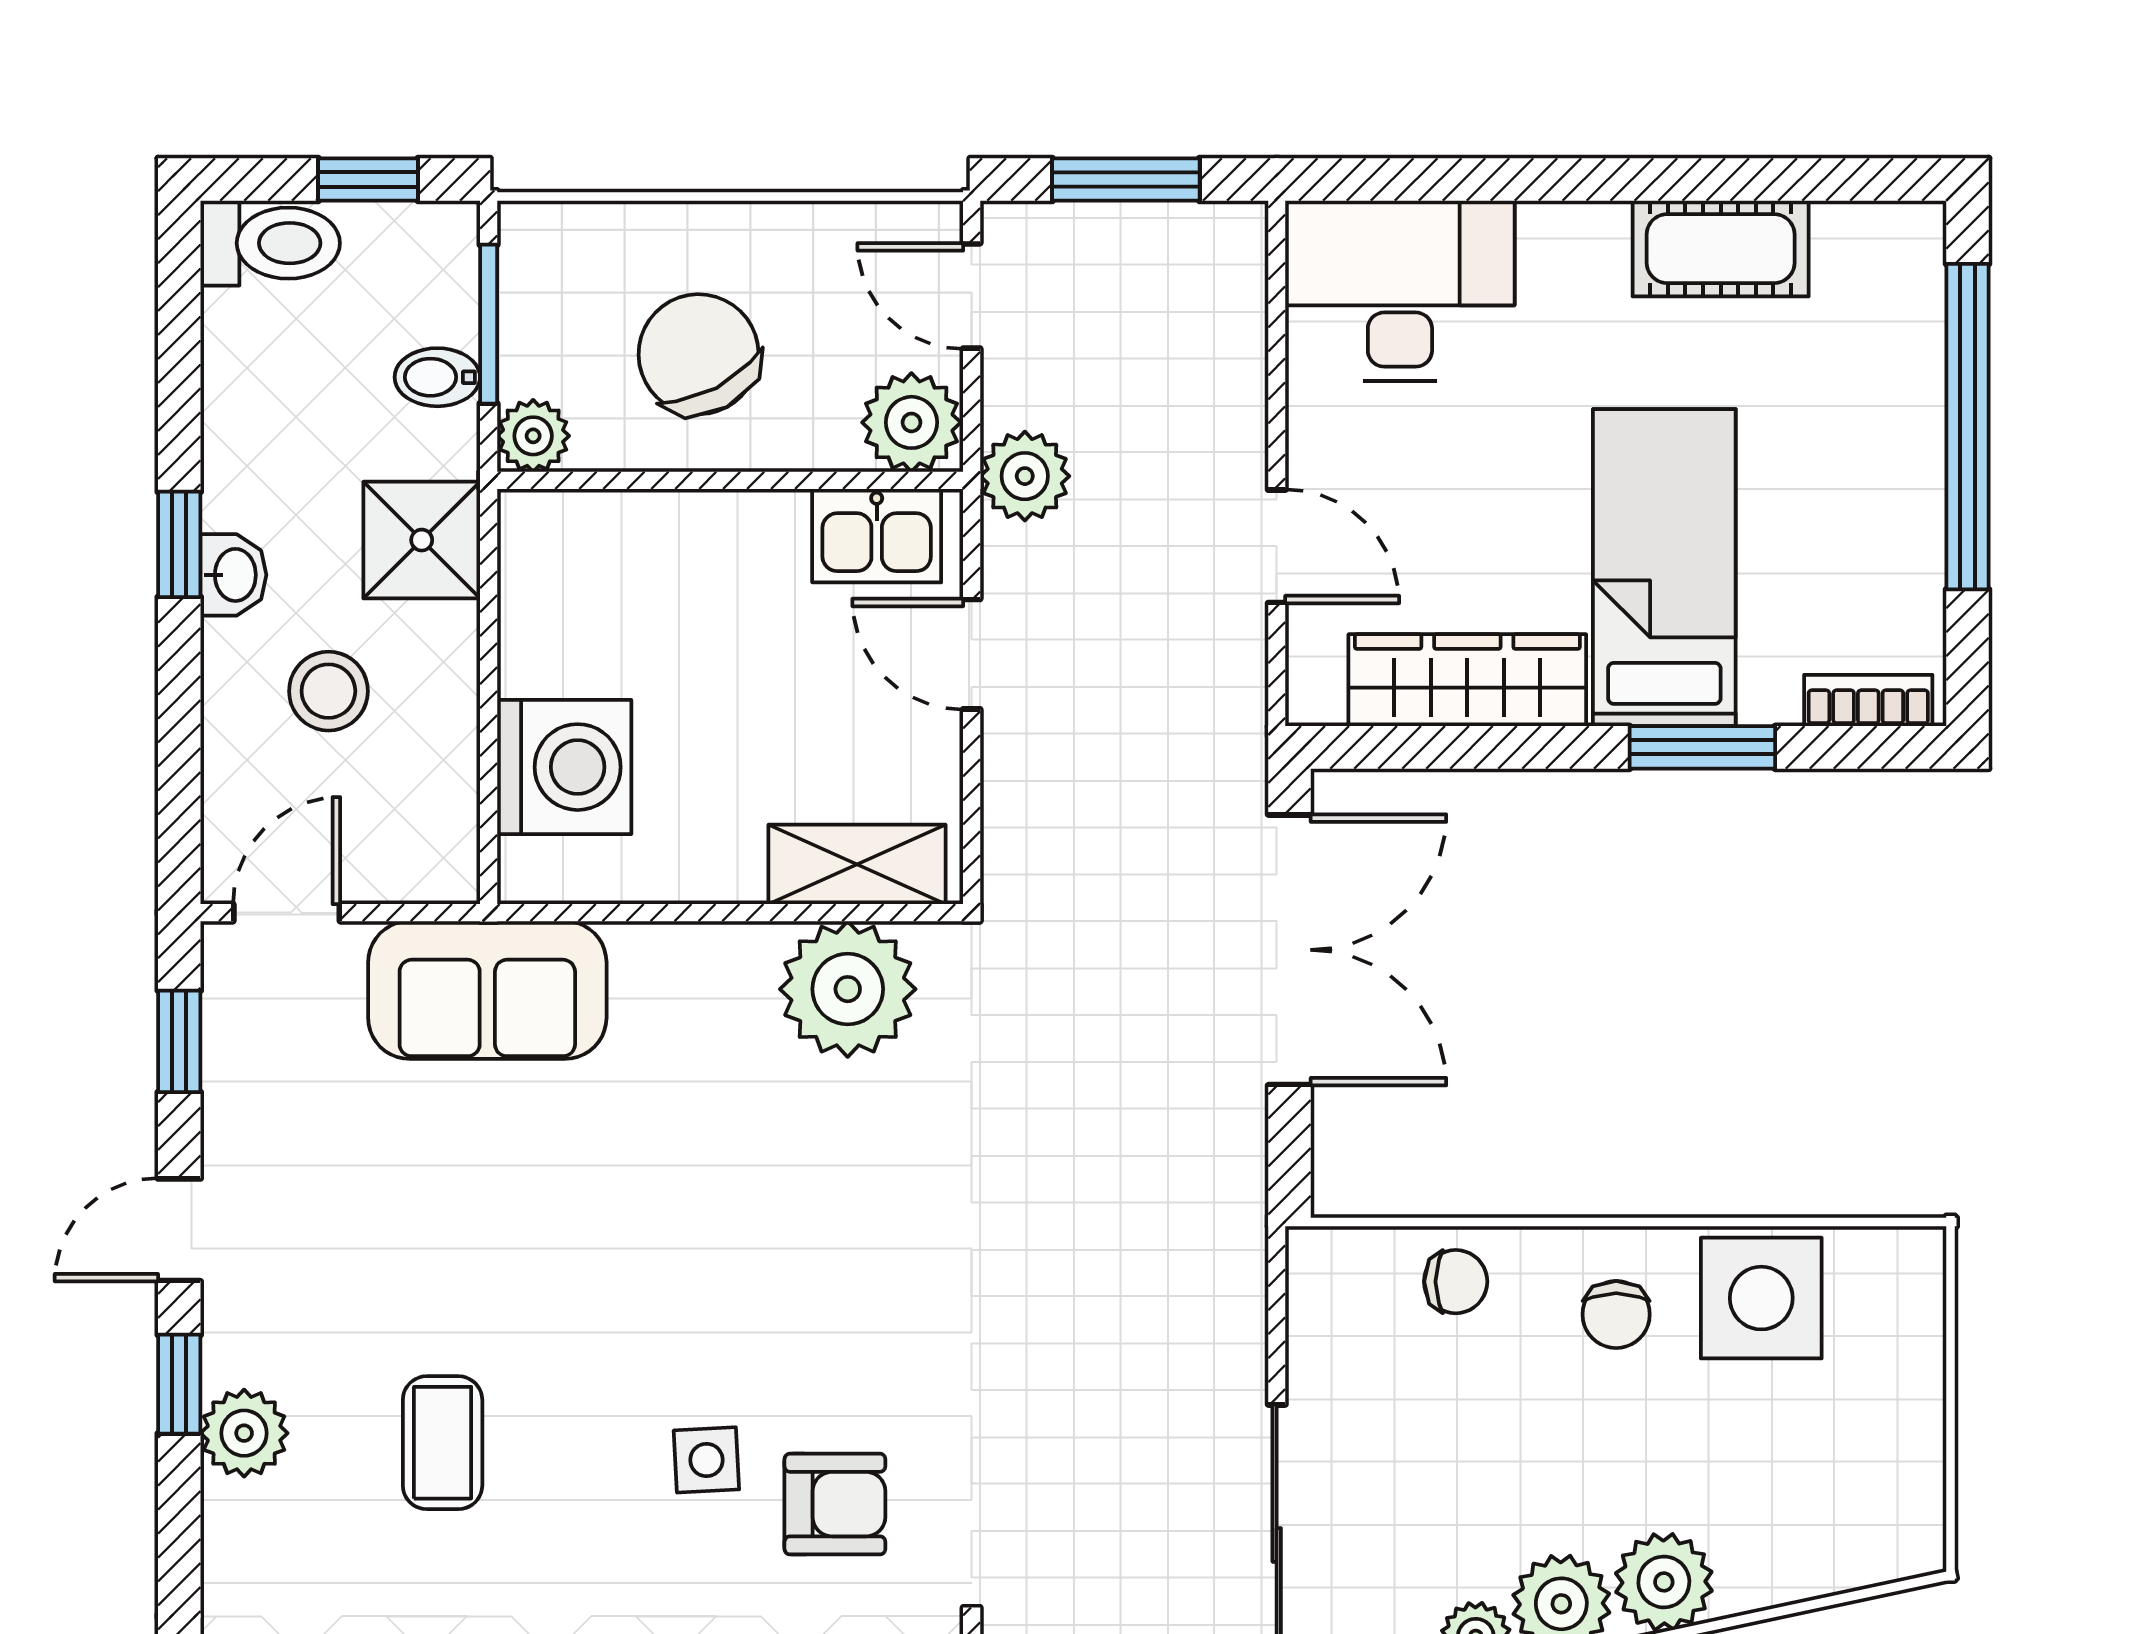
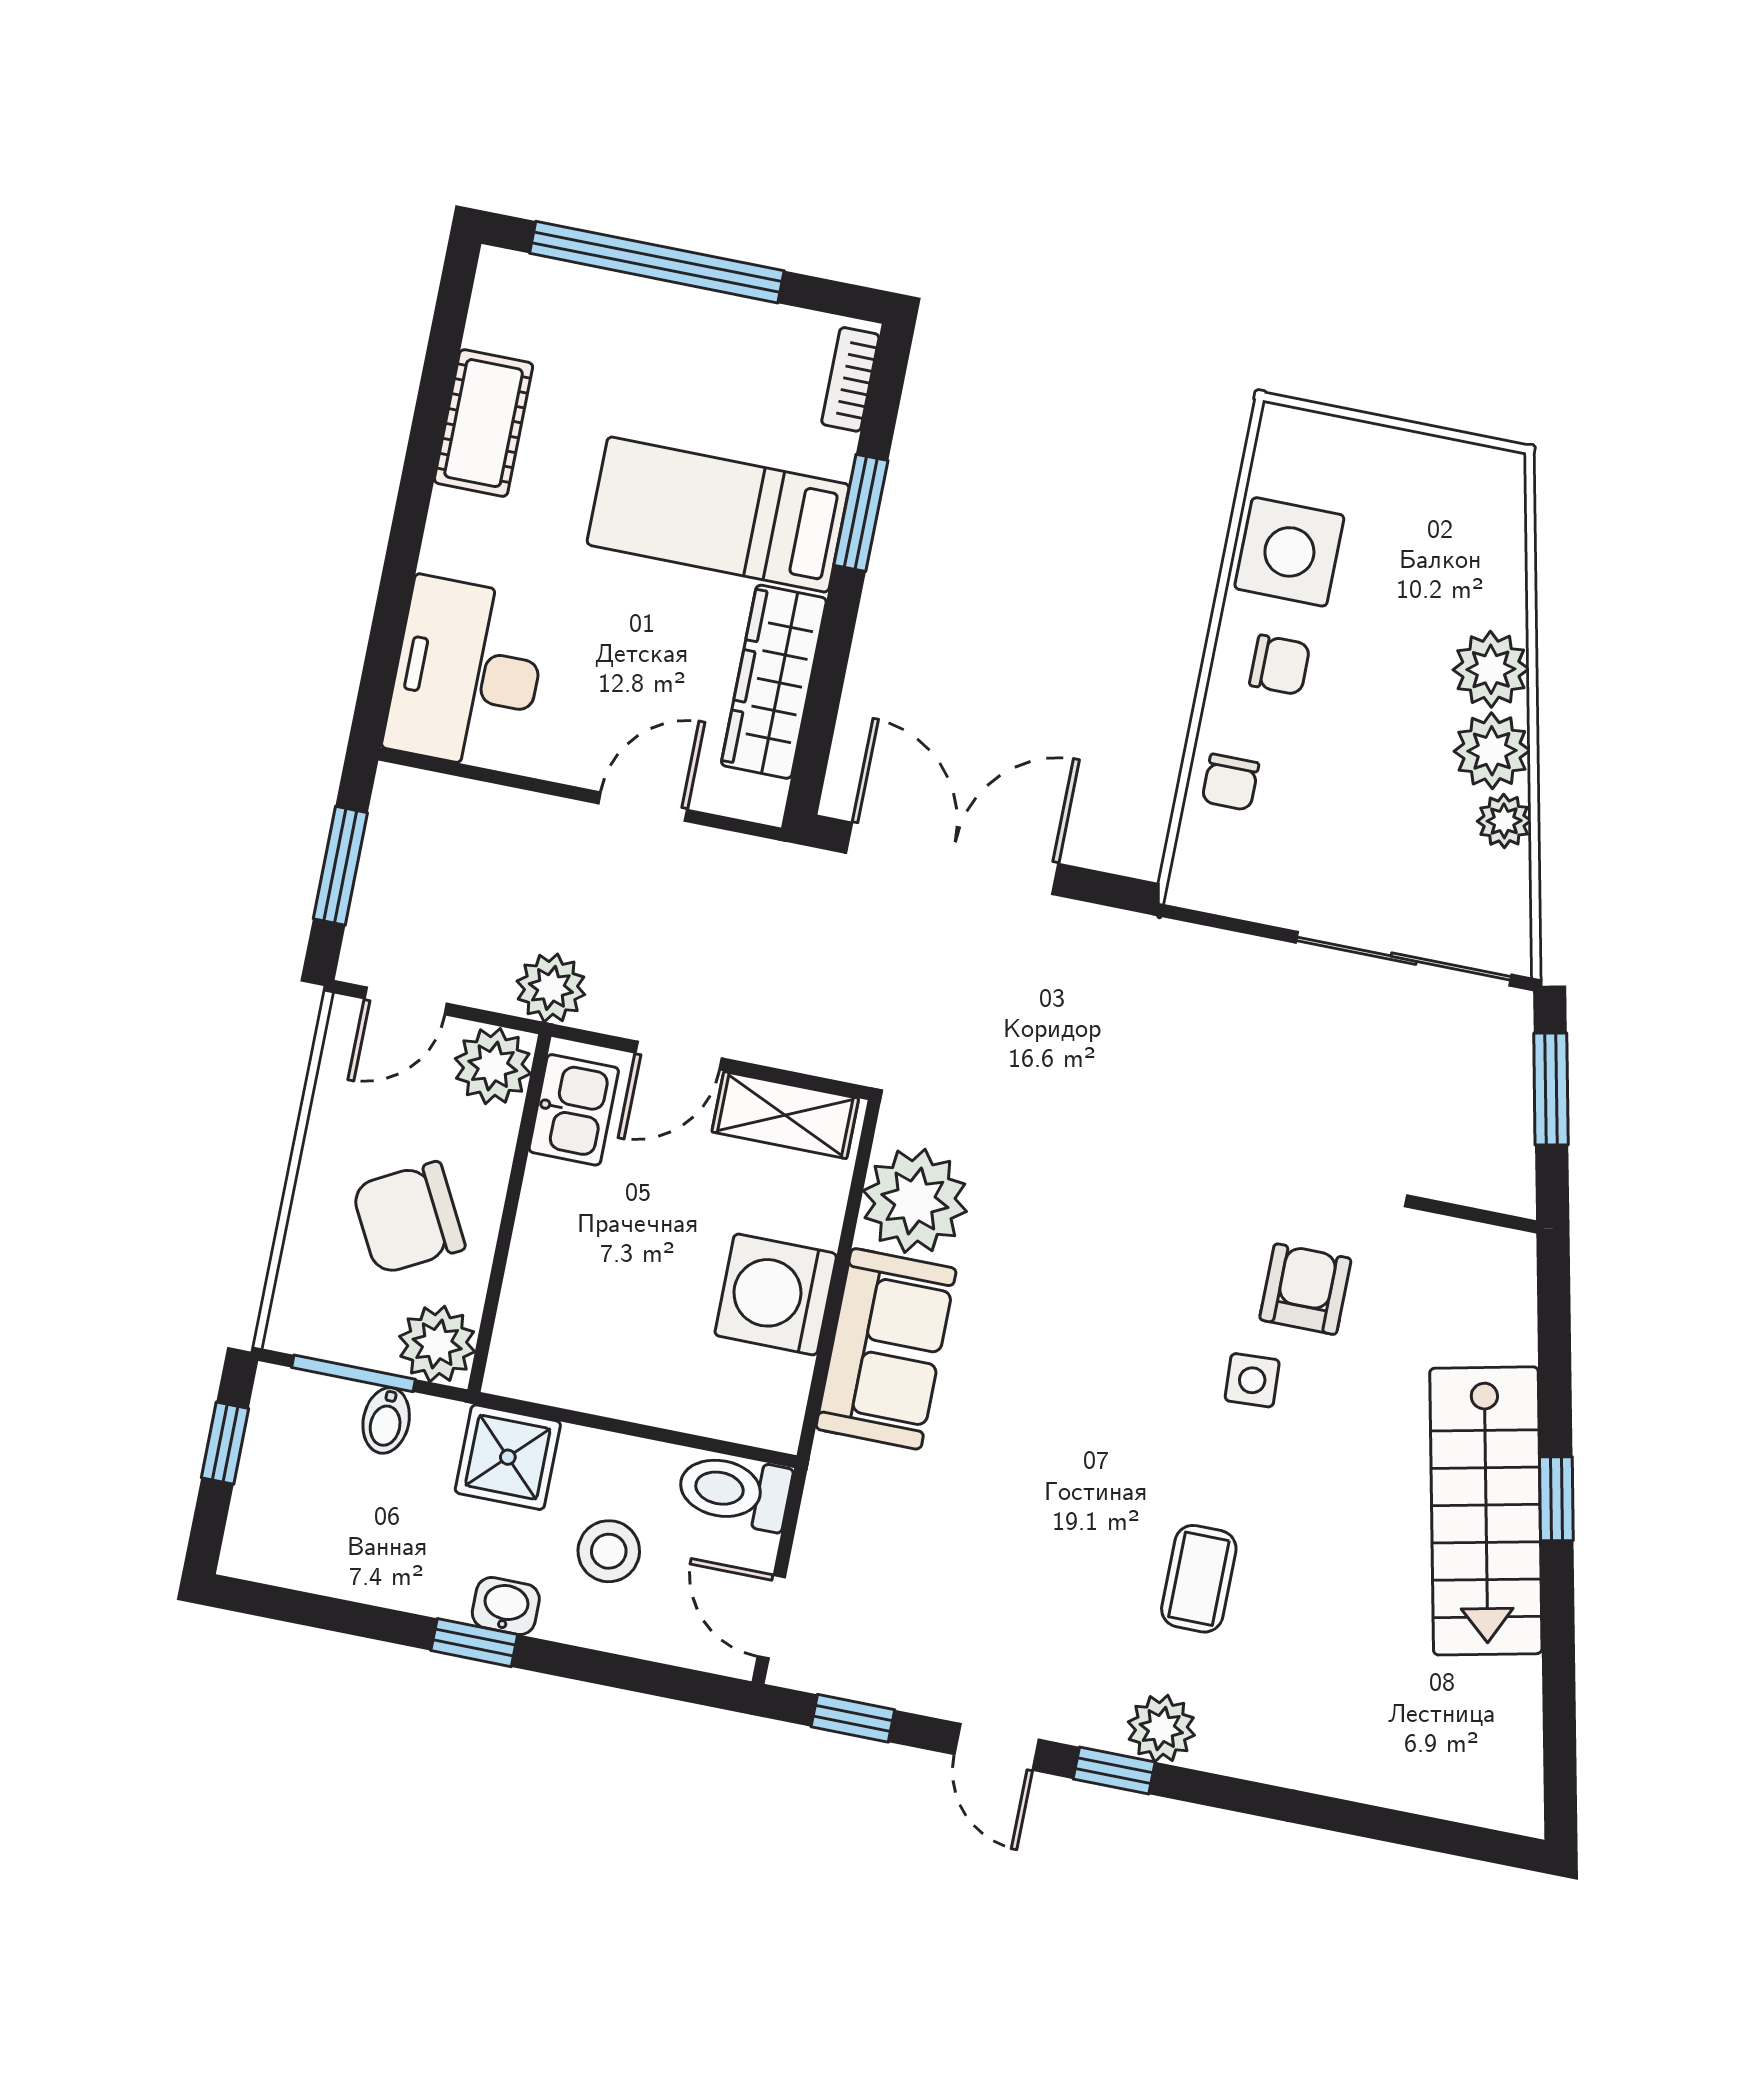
toilet: (270, 243) -> (734, 1491), moved, turned -90
plant: (533, 436) -> (437, 1344), width x1.38, depth x1.38
washing machine: (564, 767) -> (776, 1294), moved, turned -90
shelving: (857, 864) -> (785, 1115), moved, turned 90
sofa: (487, 990) -> (886, 1349), moved
chair: (1456, 1282) -> (1230, 782), turned 180
coffee table: (443, 1443) -> (1199, 1579), turned 90

